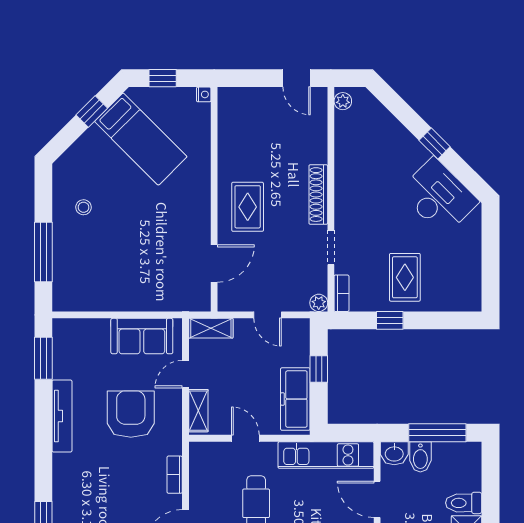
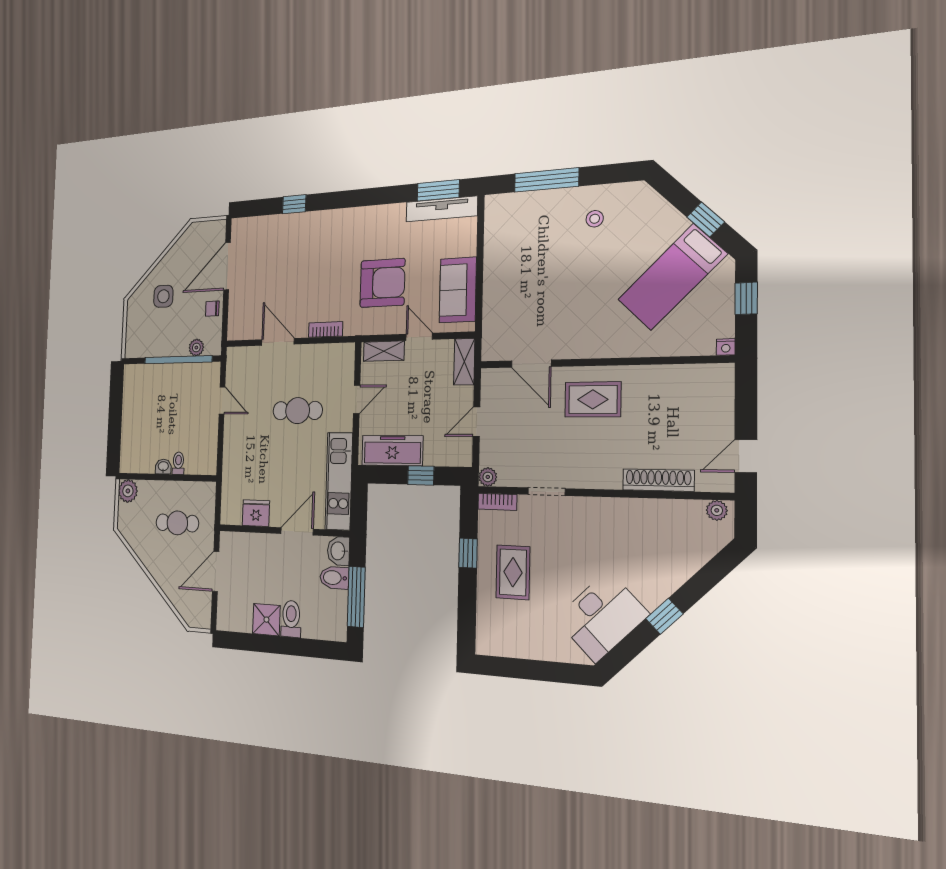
shoe rack: (318, 195) -> (658, 480), moved
rug: (405, 277) -> (513, 572), turned 90
tv unit: (62, 416) -> (442, 209), moved

